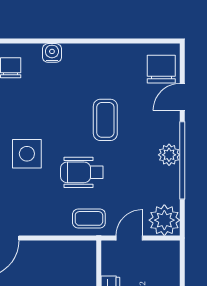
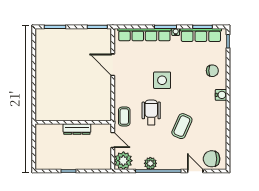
chair: (161, 69) -> (212, 159), turned 180
coffee table: (105, 120) -> (182, 126), turned -66
plant: (169, 155) -> (150, 163), moved

